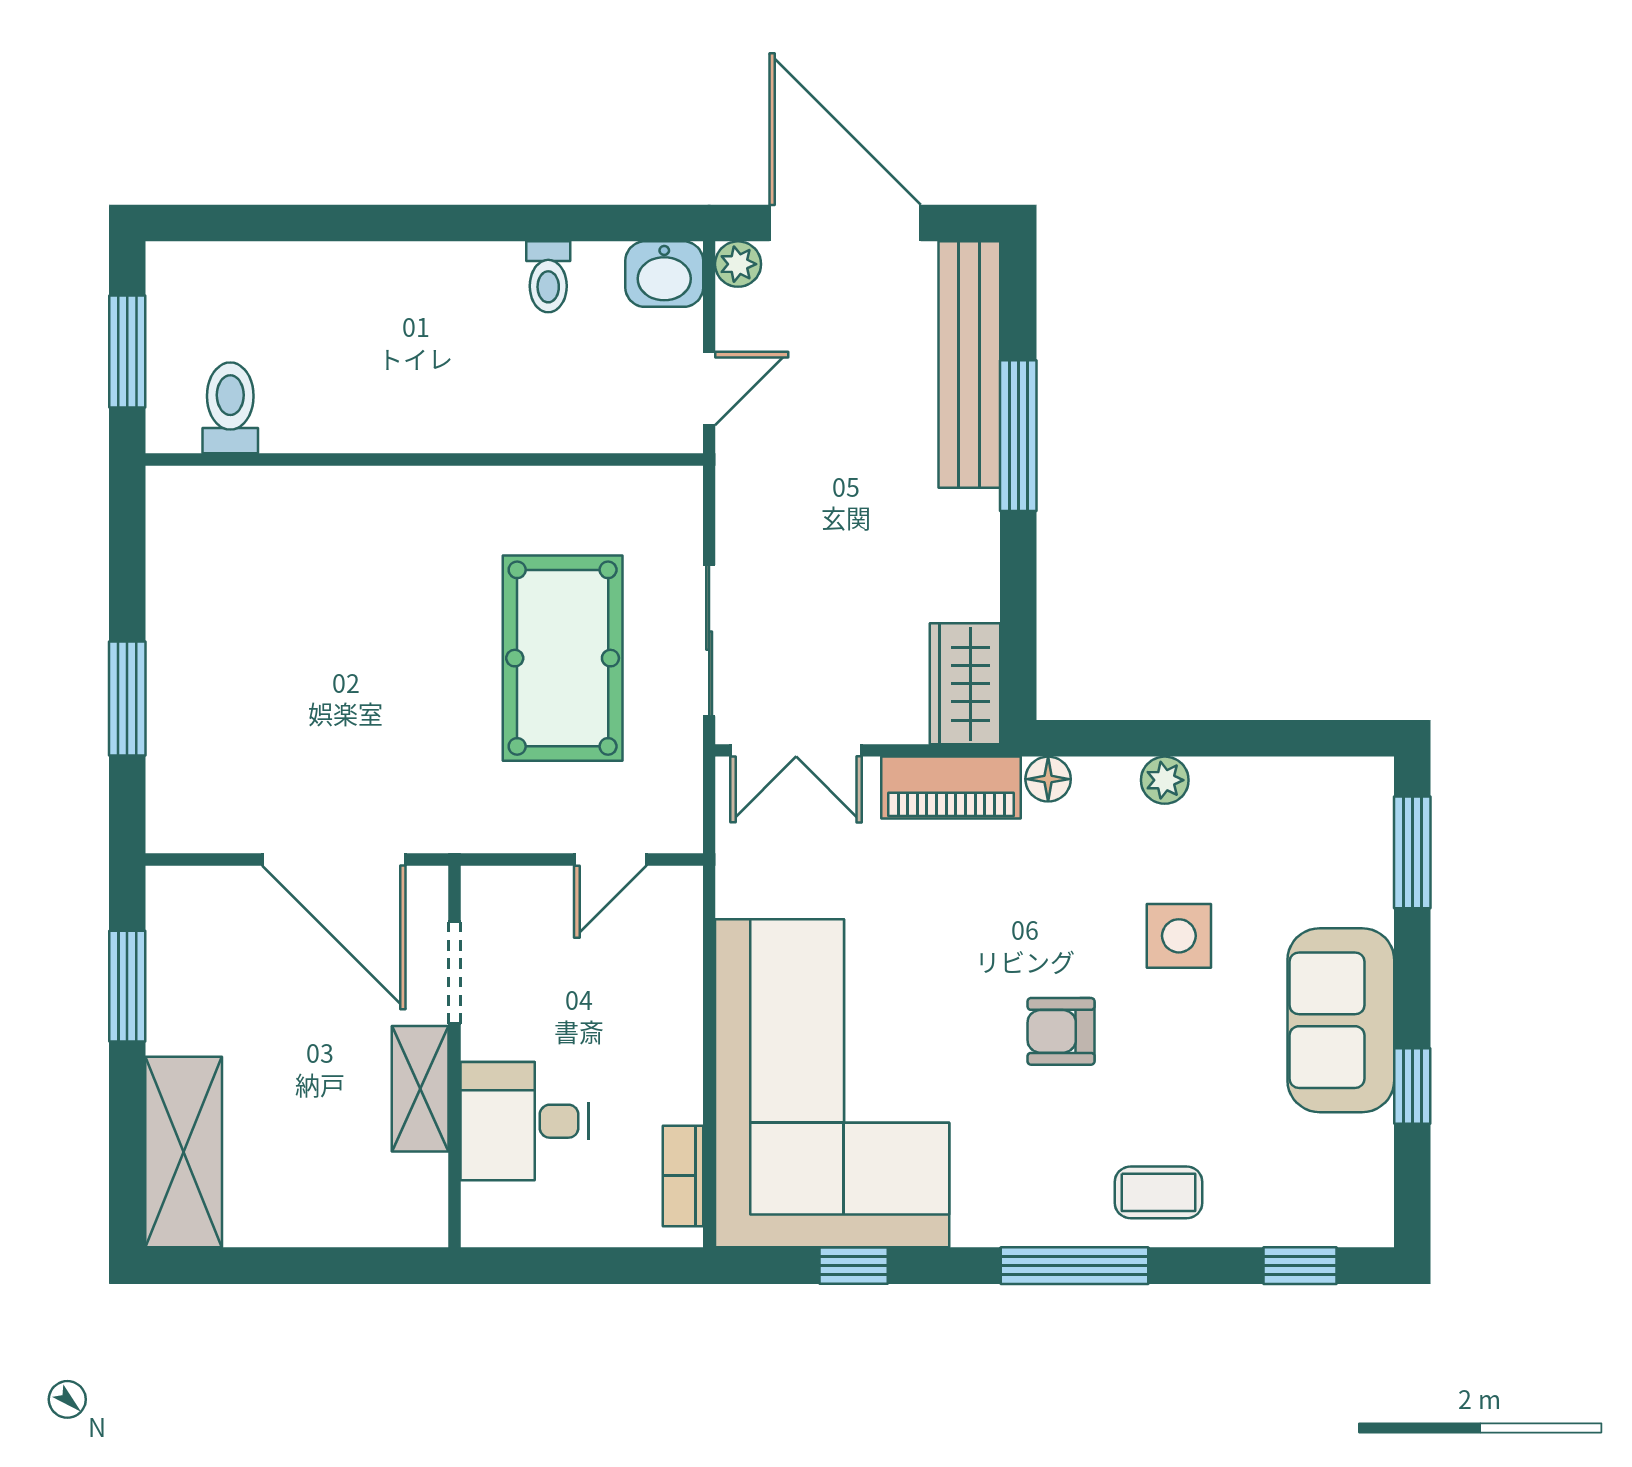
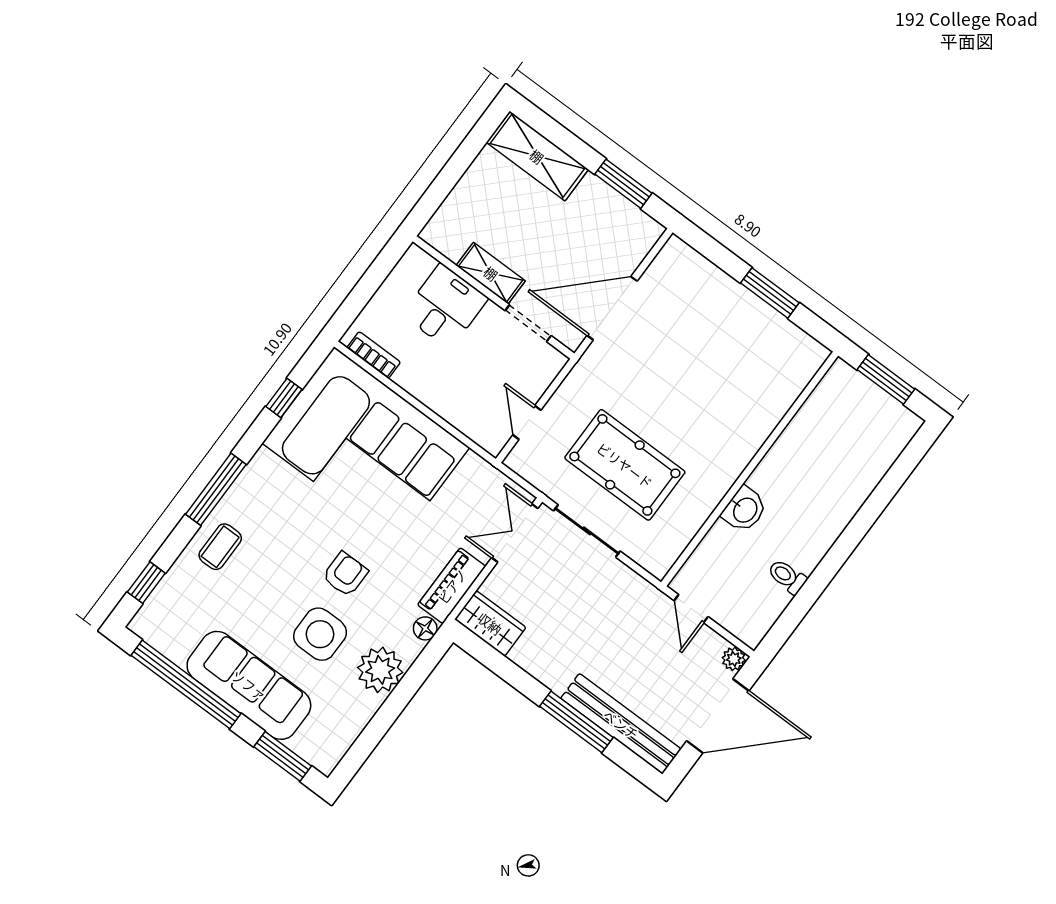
washbasin: (664, 274) -> (744, 510), moved, turned 180
toilet: (230, 408) -> (831, 405), removed
window: (127, 699) -> (770, 293), moved
plant: (1165, 780) -> (380, 670), width x1.88, depth x1.88
side table: (1179, 936) -> (320, 634), width x1.37, depth x1.37
sofa: (1341, 1020) -> (249, 685), width x1.36
armchair: (1061, 1031) -> (345, 574), moved
window: (1412, 1086) -> (186, 684), width x3.17

